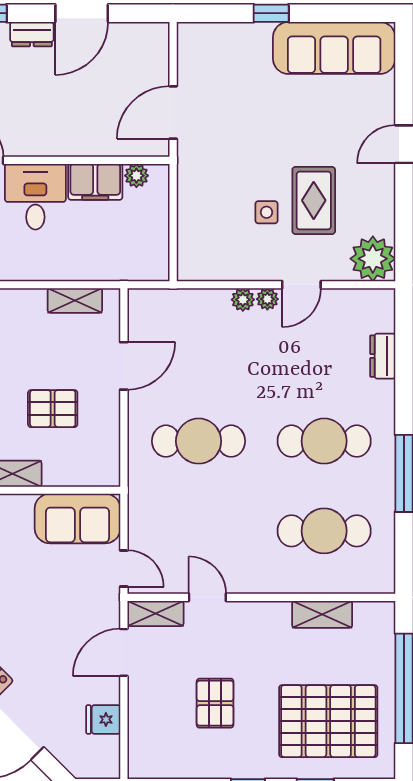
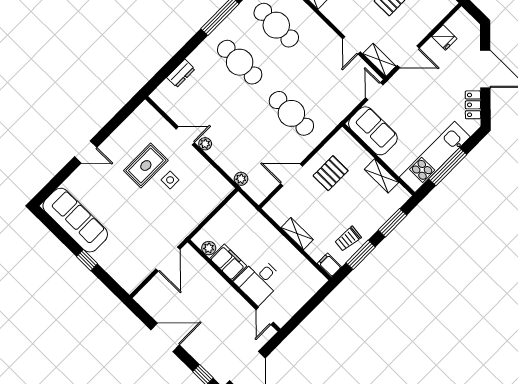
dresser: (32, 34) -> (194, 349), removed
door: (173, 112) -> (168, 259), hinge flipped
plant: (373, 259) -> (145, 117), removed
plant: (243, 300) -> (241, 179), moved
shelving: (75, 301) -> (297, 234), moved
pallet: (53, 409) -> (331, 173), moved, turned 90

